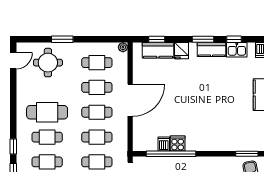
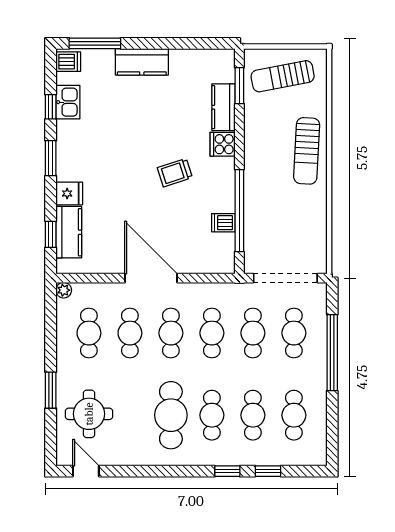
kitchen counter: (212, 50) -> (223, 107), moved, turned 180
trolley: (194, 115) -> (175, 173), added
cooker: (178, 144) -> (223, 144), moved

